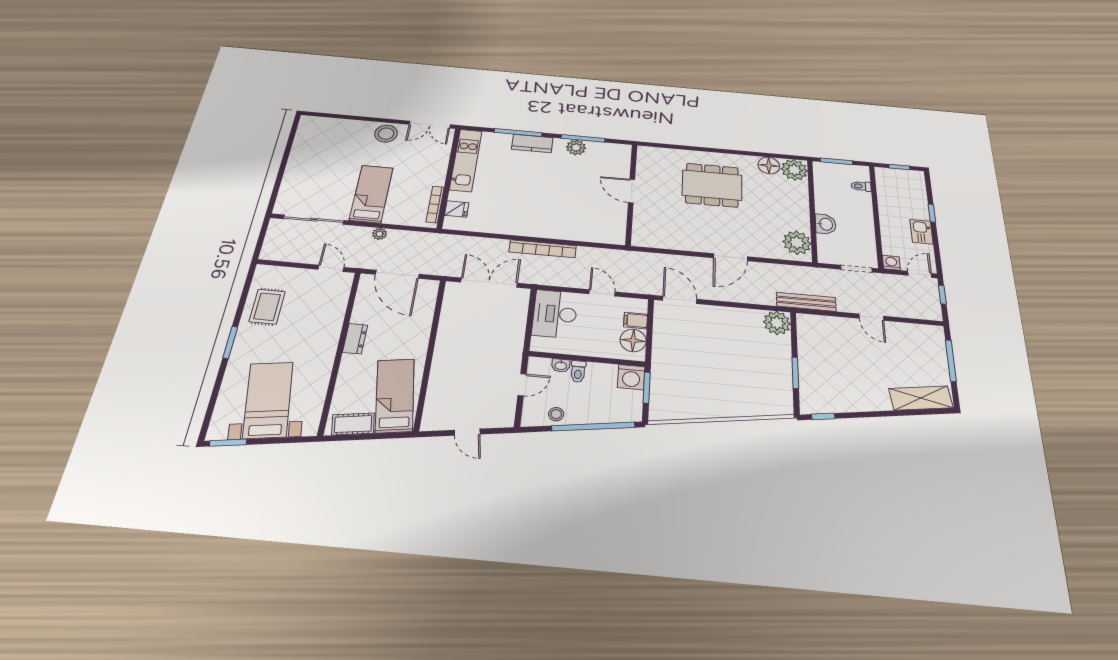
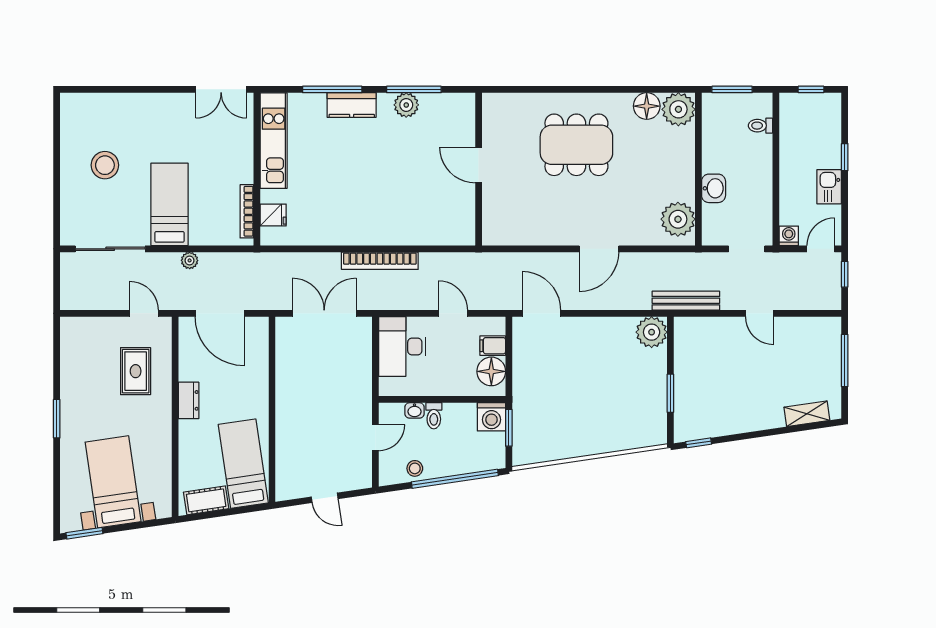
stool: (386, 134) -> (105, 165), moved
rug: (267, 307) -> (136, 371), moved
shelving: (921, 398) -> (807, 414), width x0.67, depth x0.75

